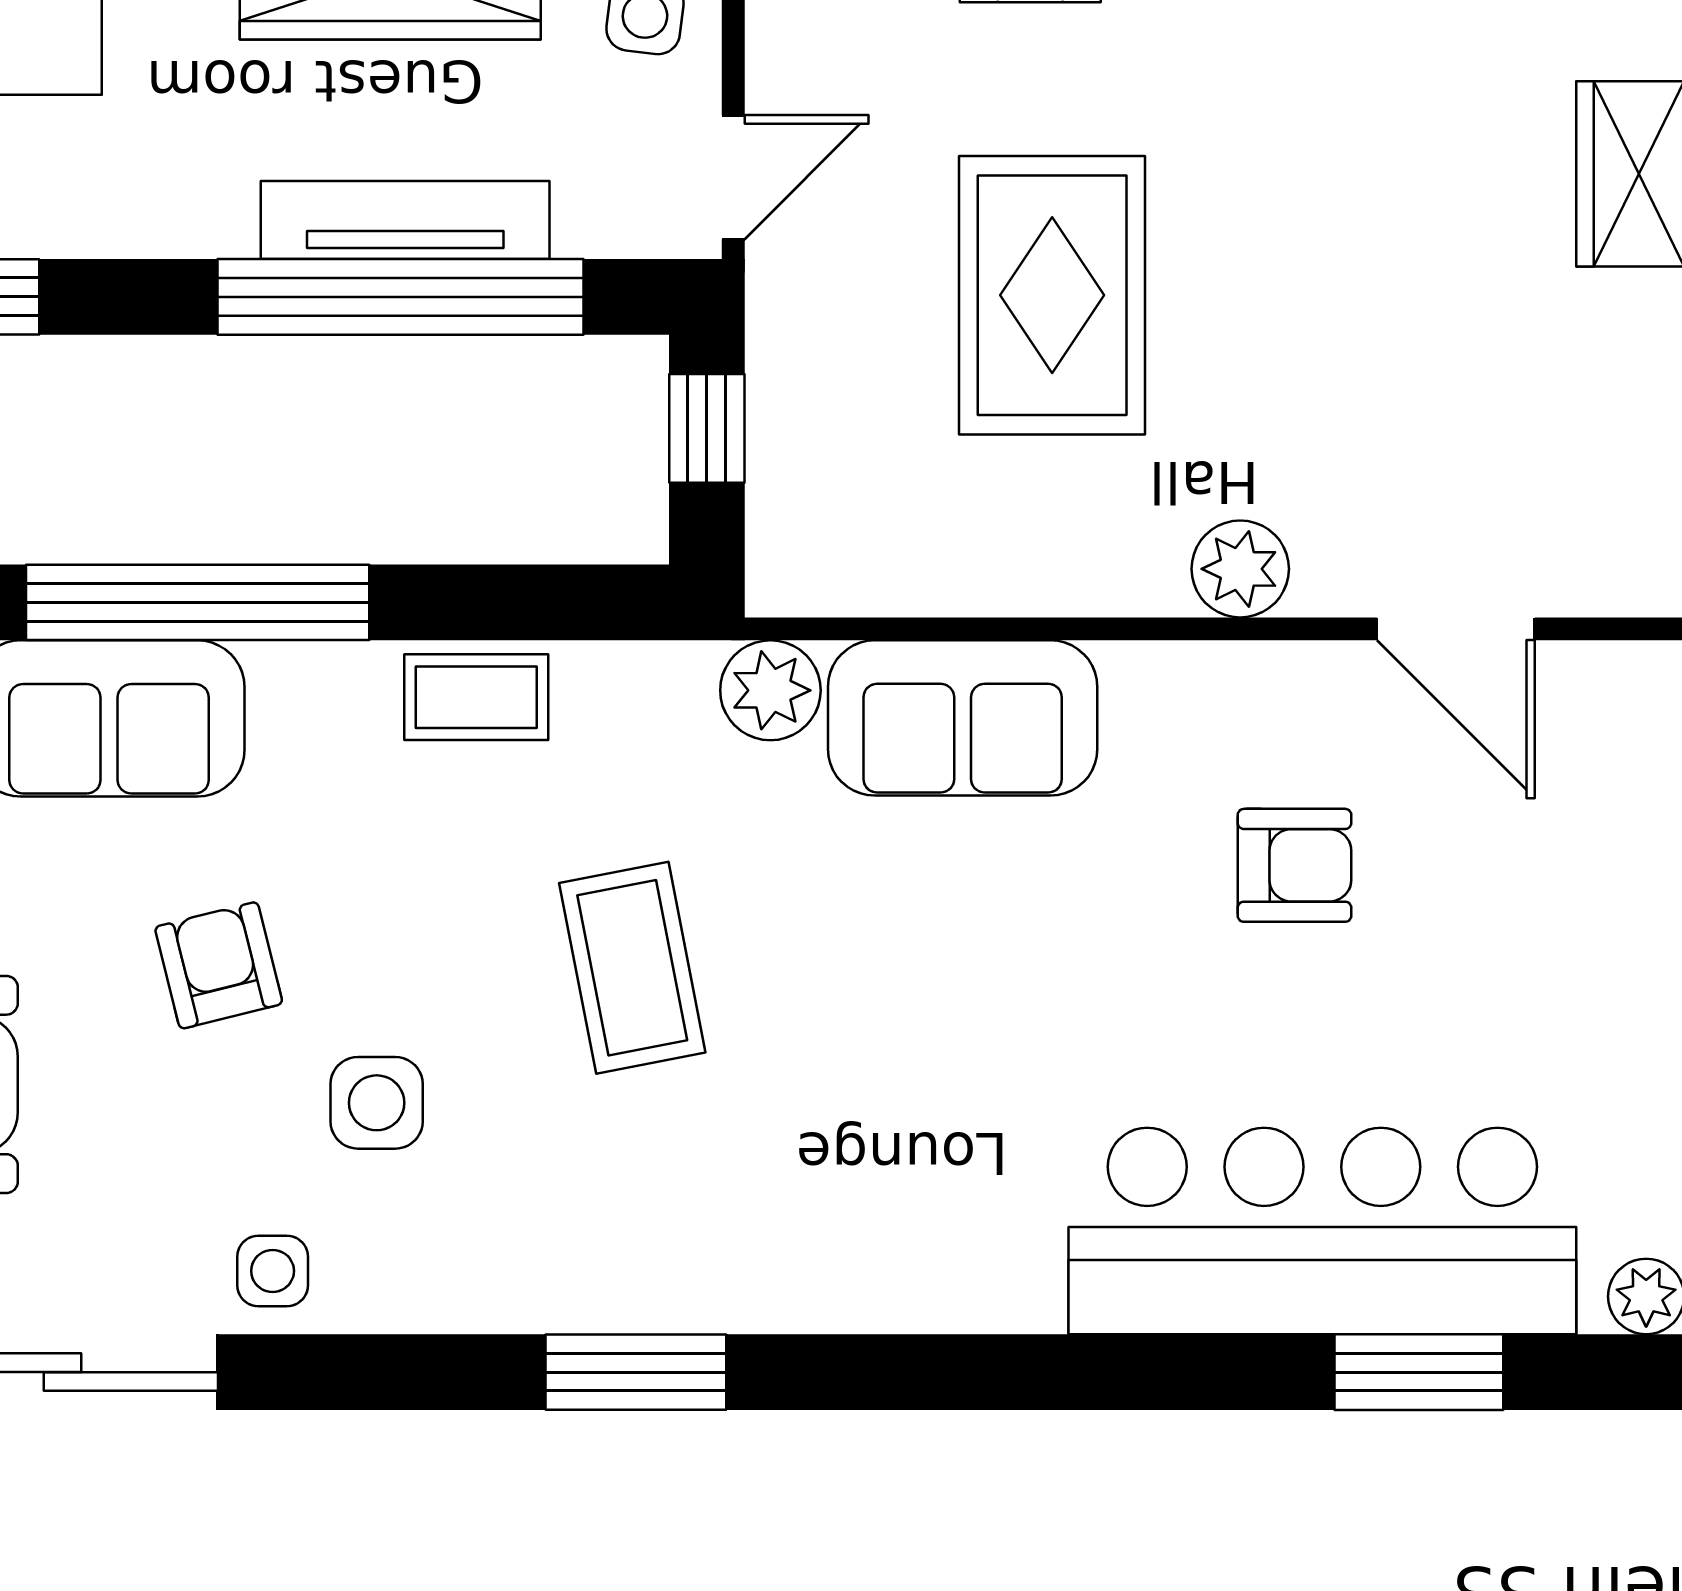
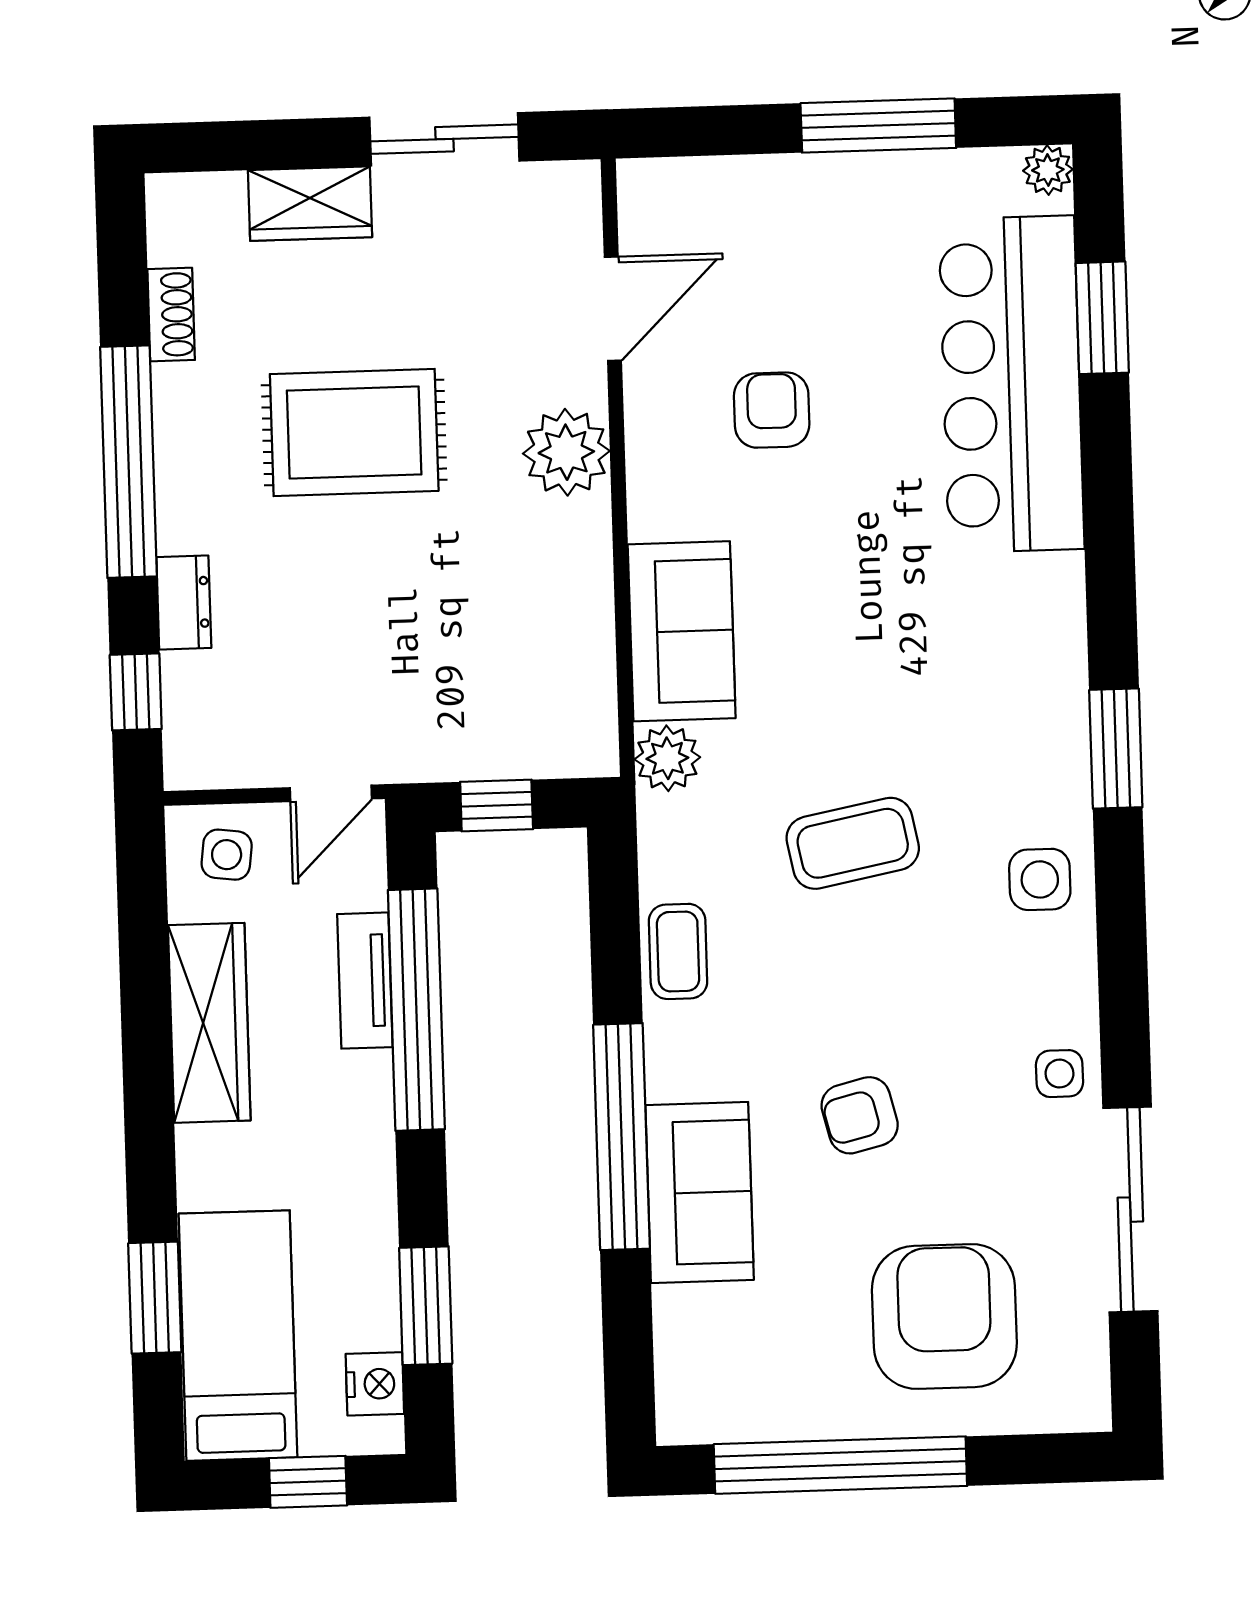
door: (733, 177) -> (331, 793), swing flipped
tv unit: (405, 220) -> (365, 981), width x0.71
rug: (1052, 295) -> (354, 433), moved
plant: (1240, 569) -> (566, 452), width x1.36, depth x1.36
side table: (377, 1103) -> (1040, 879), moved
window: (636, 1372) -> (1116, 749), moved

